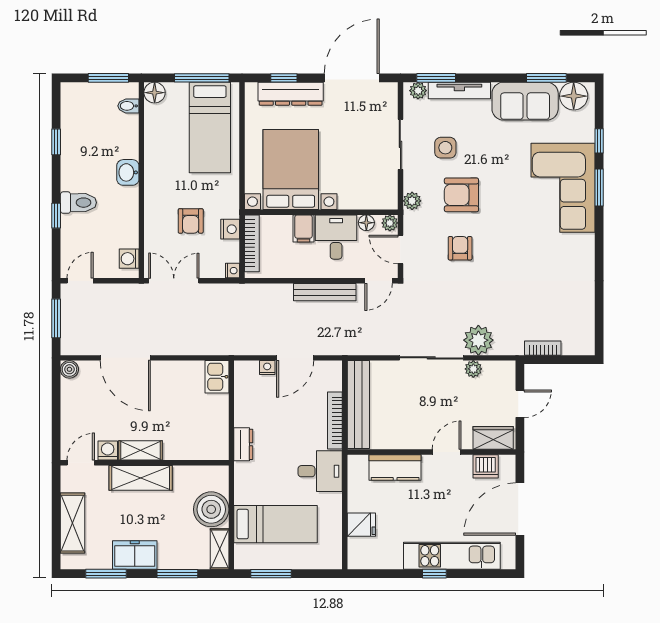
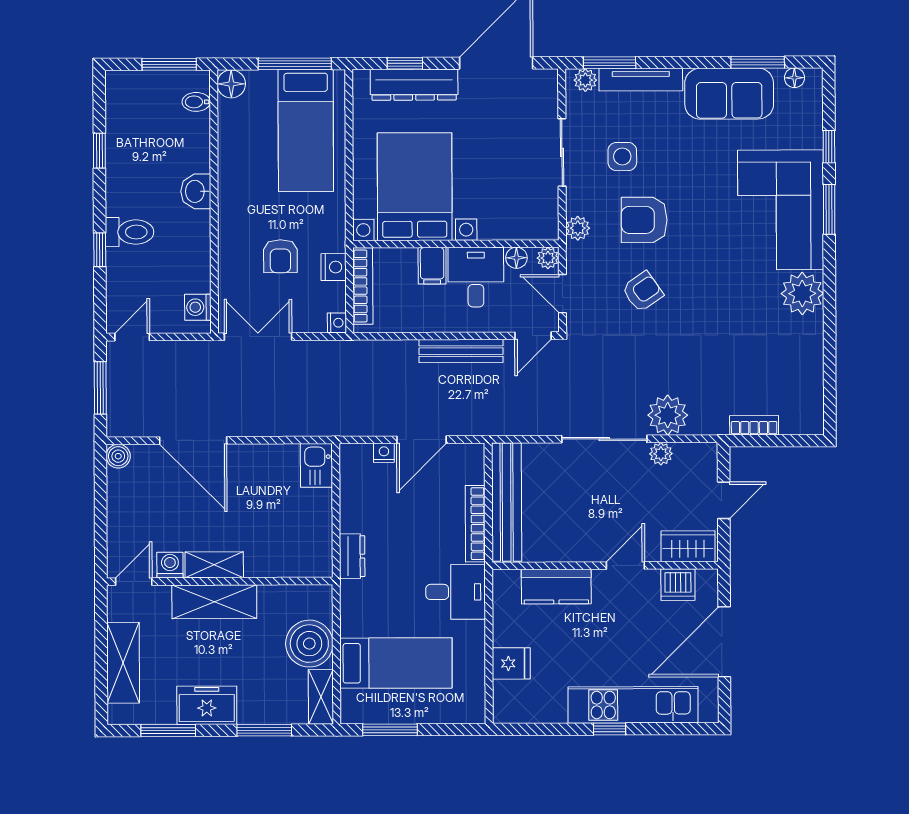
floor lamp: (574, 96) -> (794, 78), width x0.53, depth x0.53
armchair: (460, 248) -> (643, 292), turned 55
plant: (579, 250) -> (802, 294), added

